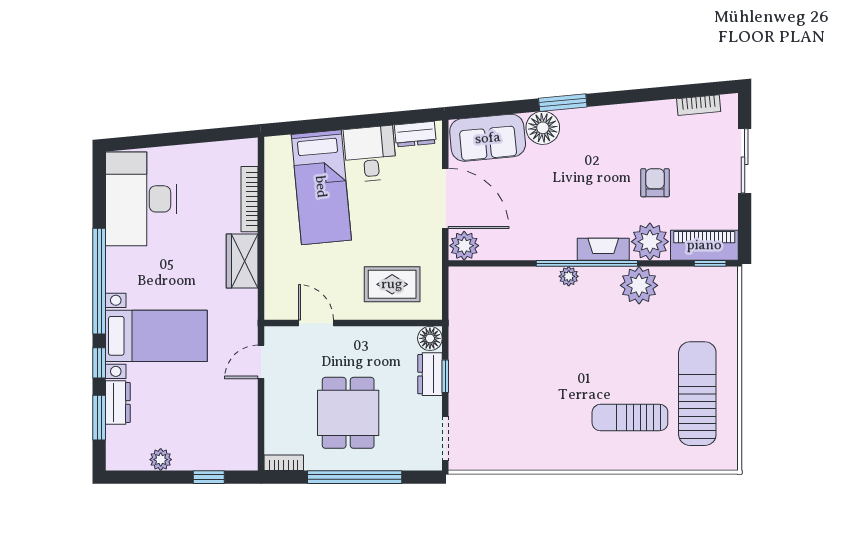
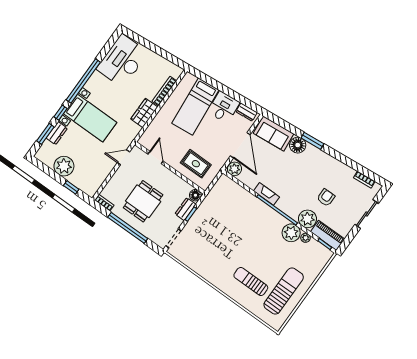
fireplace: (603, 249) -> (266, 194), moved
plant: (569, 276) -> (306, 238), moved
plant: (161, 460) -> (64, 166), width x1.88, depth x1.88

